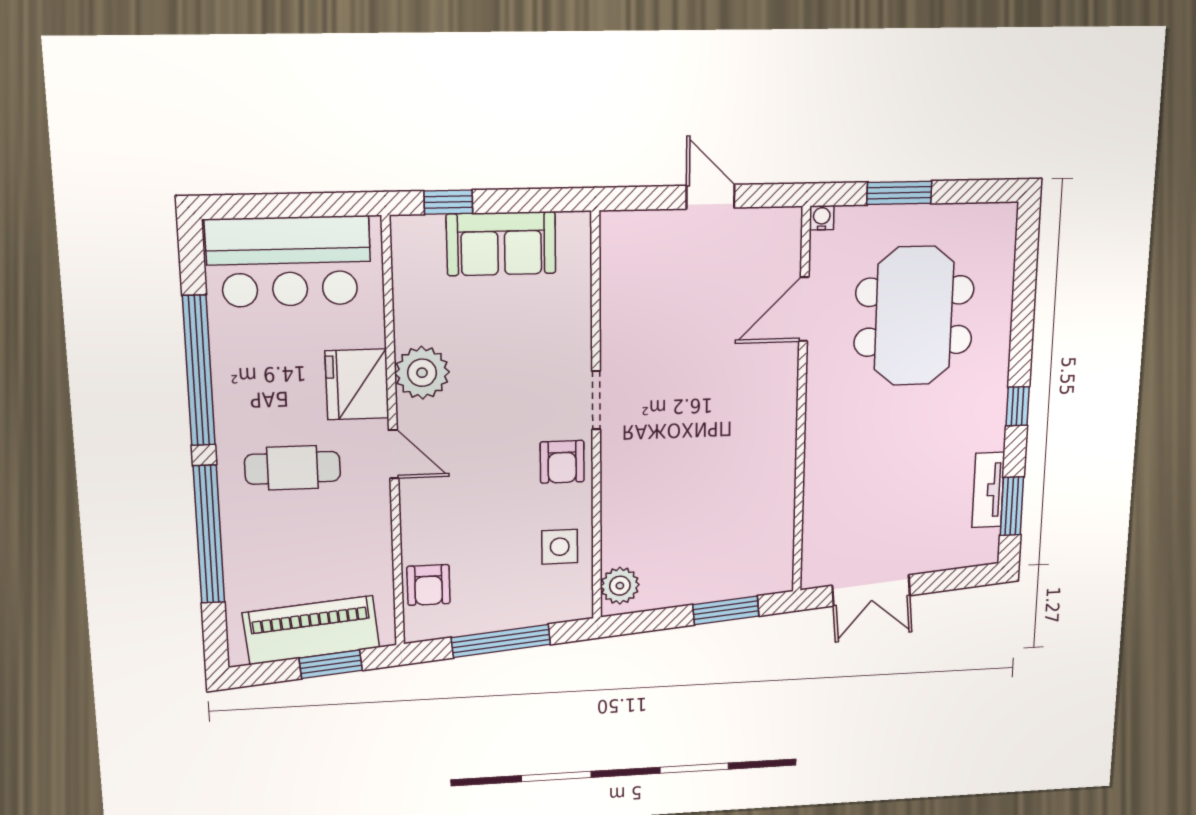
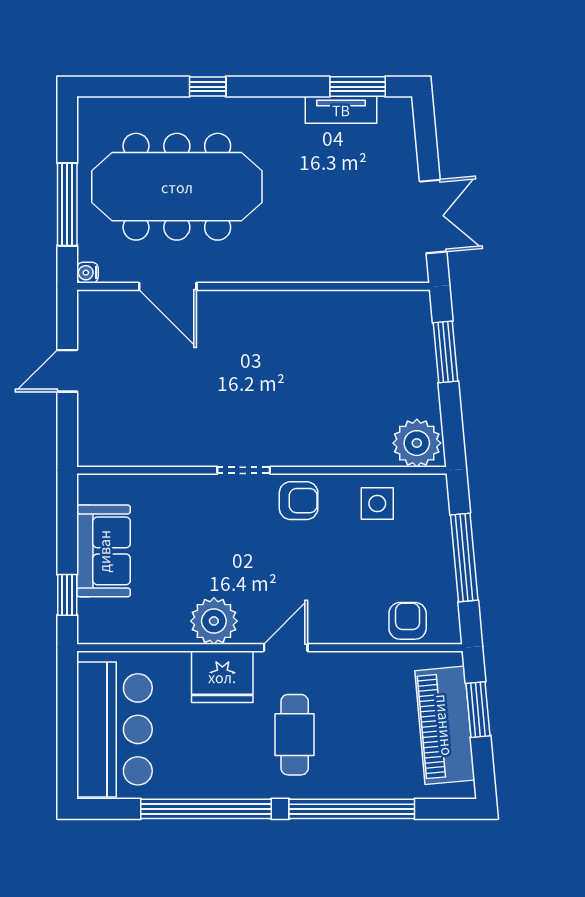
window: (899, 193) -> (67, 204), width x1.44
meeting table: (914, 316) -> (177, 187), width x1.36
window: (1018, 406) -> (208, 87), moved
armchair: (428, 585) -> (408, 621), turned -90
plant: (620, 586) -> (417, 443), width x1.36, depth x1.36

